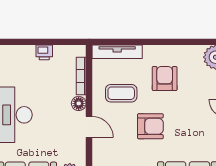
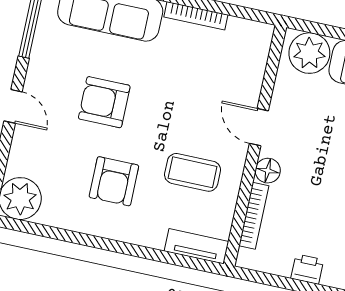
tv unit: (117, 52) -> (196, 246), width x0.71
armchair: (150, 126) -> (104, 102), moved

